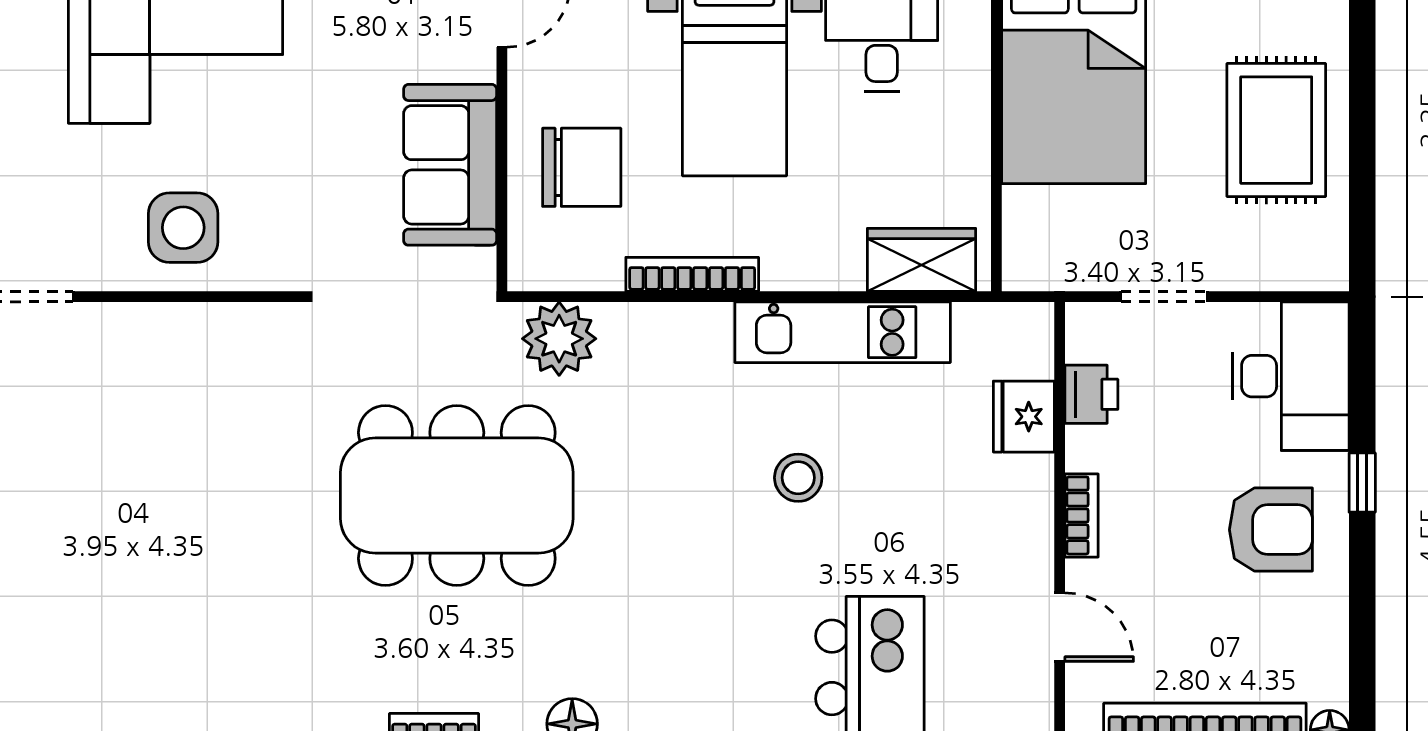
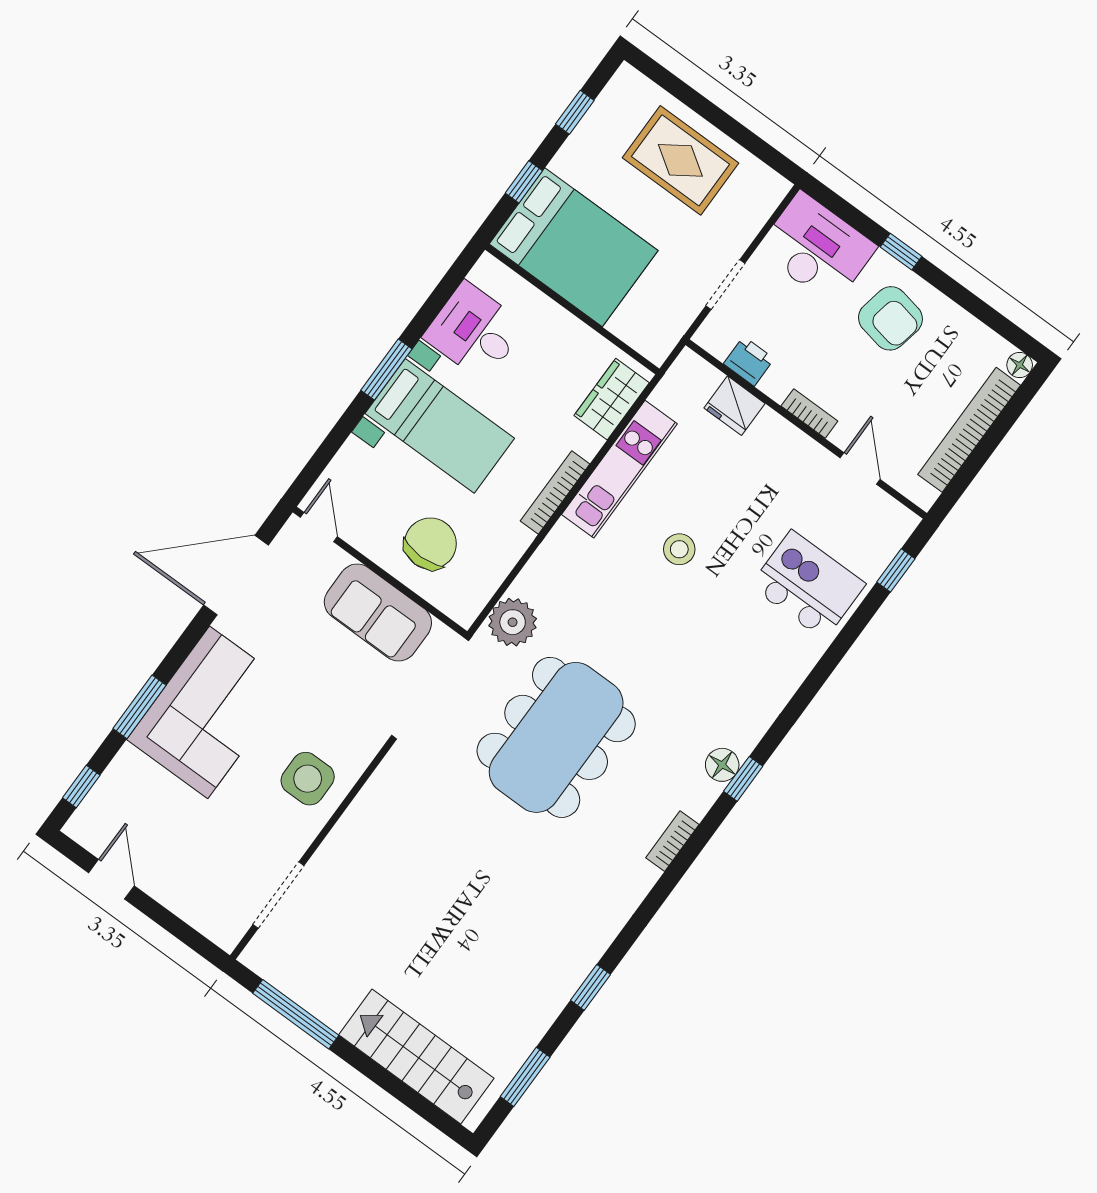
bookcase: (692, 274) -> (555, 492), moved
armchair: (1271, 530) -> (890, 318), turned 101
door: (1060, 627) -> (860, 469), hinge flipped

